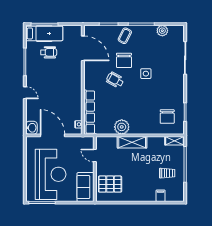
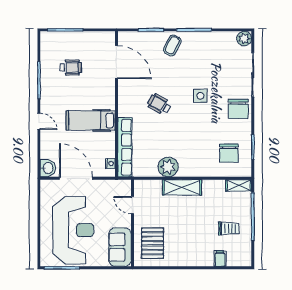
plant: (162, 31) -> (244, 39), moved
hospital bed: (44, 33) -> (91, 120), moved, turned 180
chair: (124, 60) -> (238, 109), moved
pallet: (110, 184) -> (153, 243), turned 90

